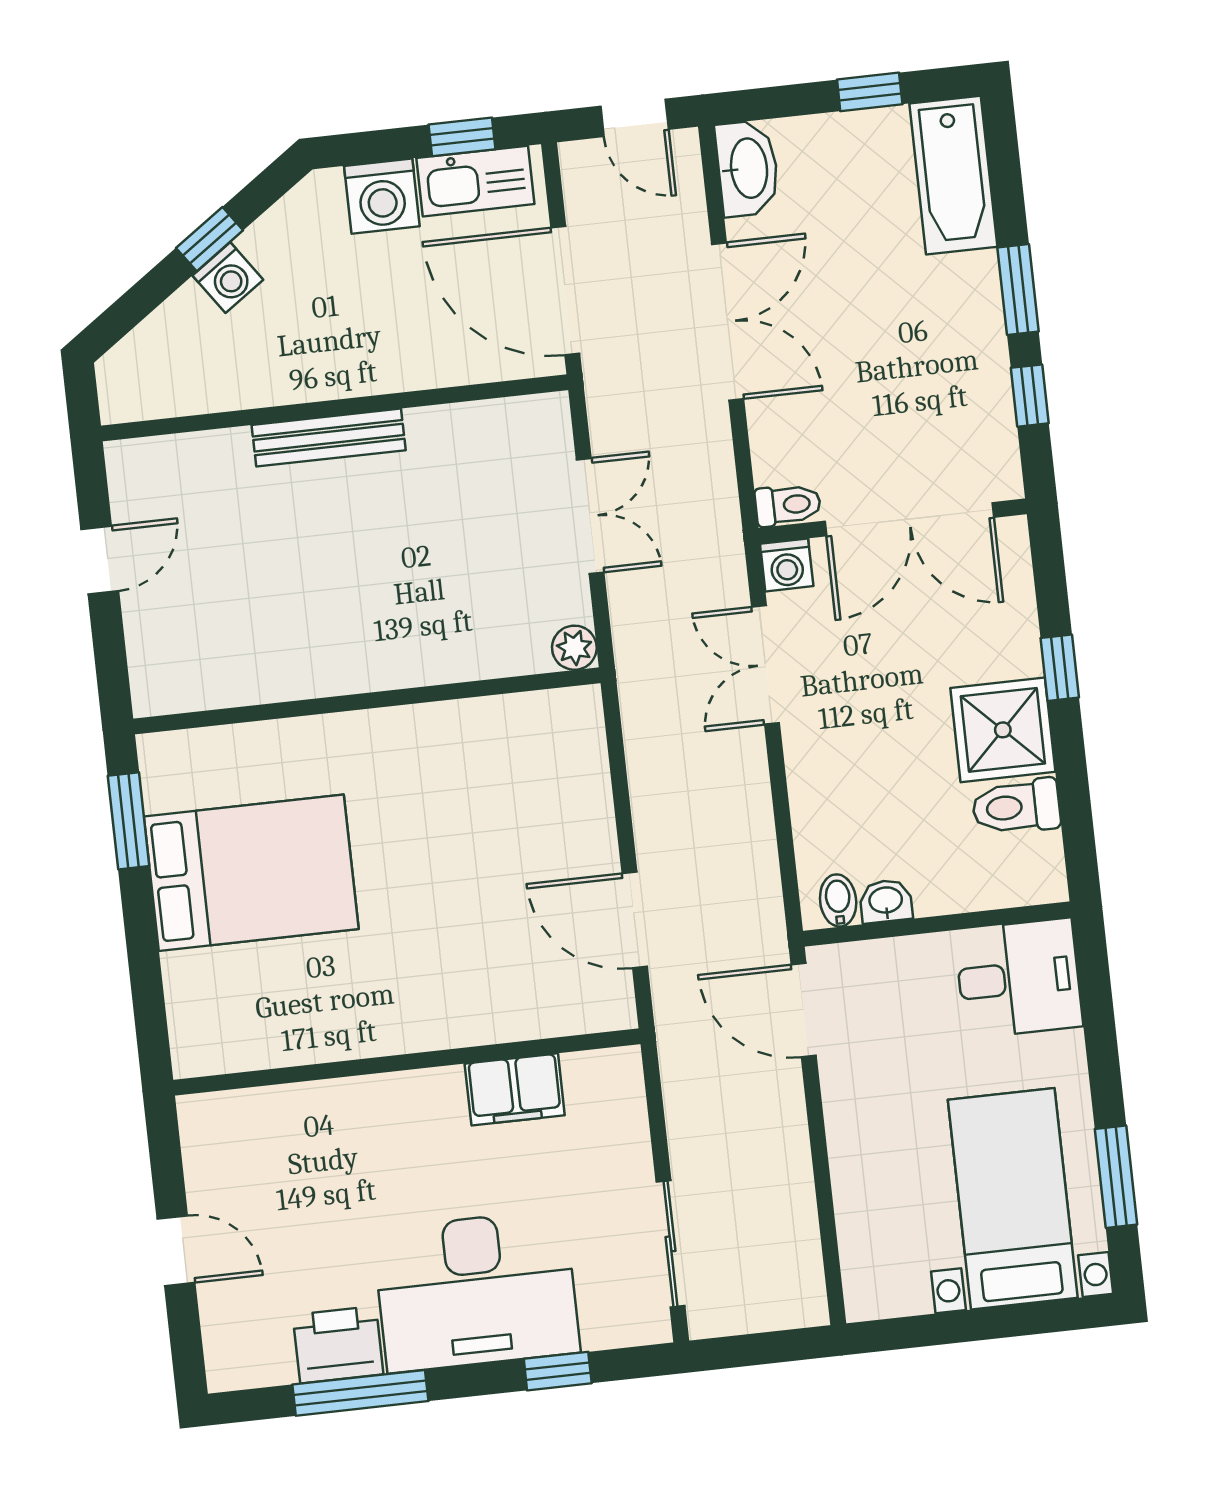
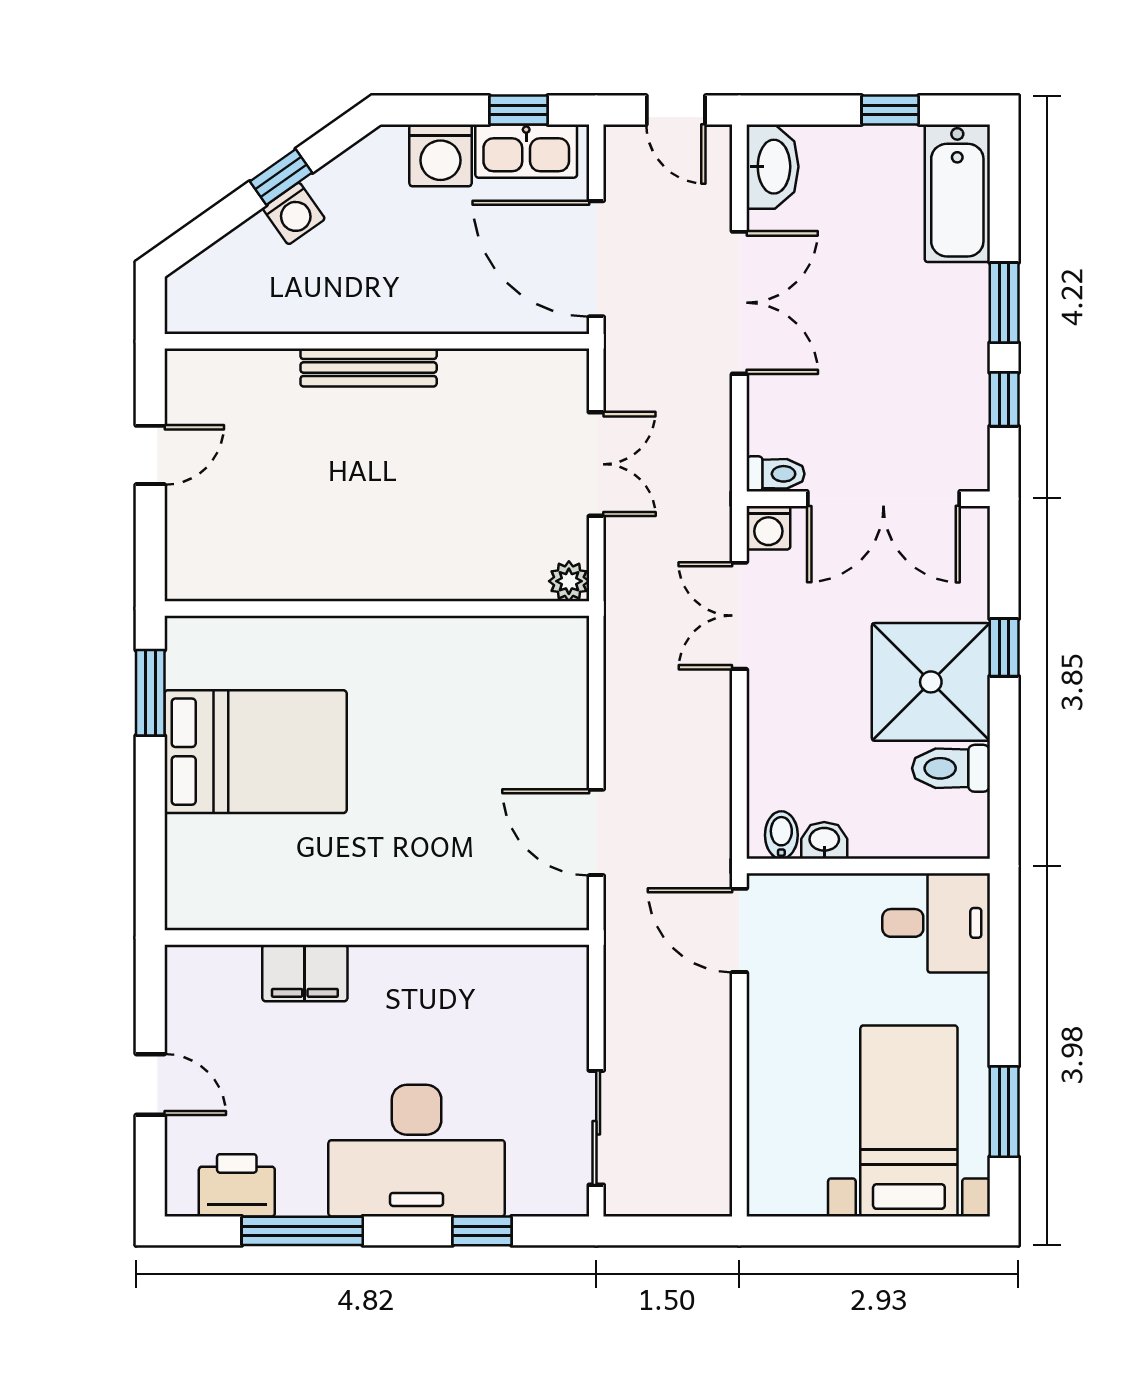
shower: (1003, 730) -> (931, 682), width x1.37, depth x1.37
filing cabinet: (515, 1089) -> (305, 973), moved
printer: (338, 1345) -> (237, 1185), moved

